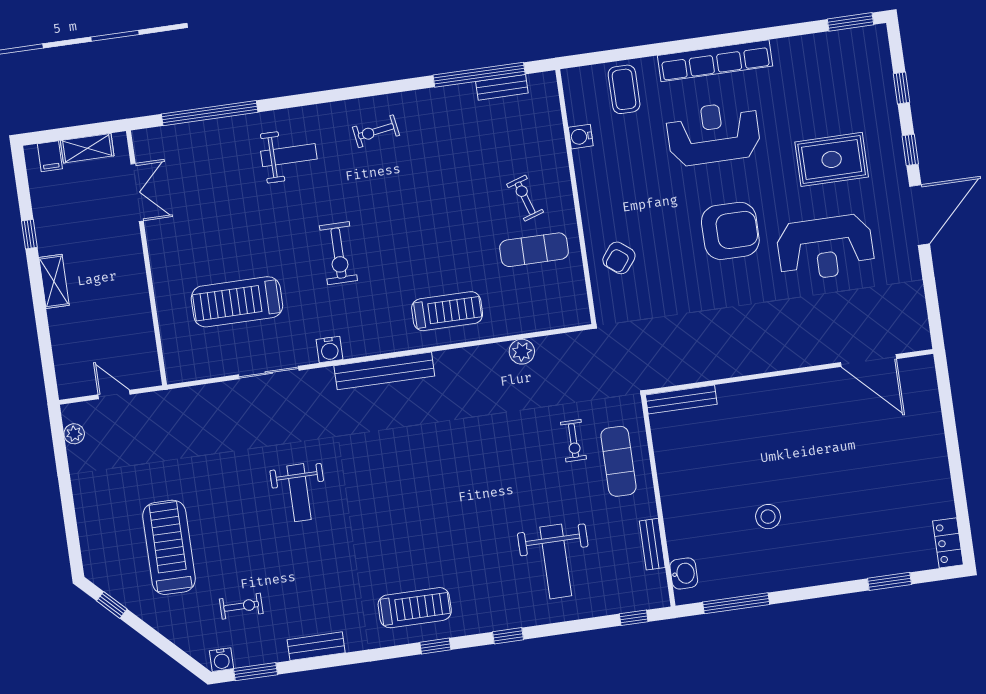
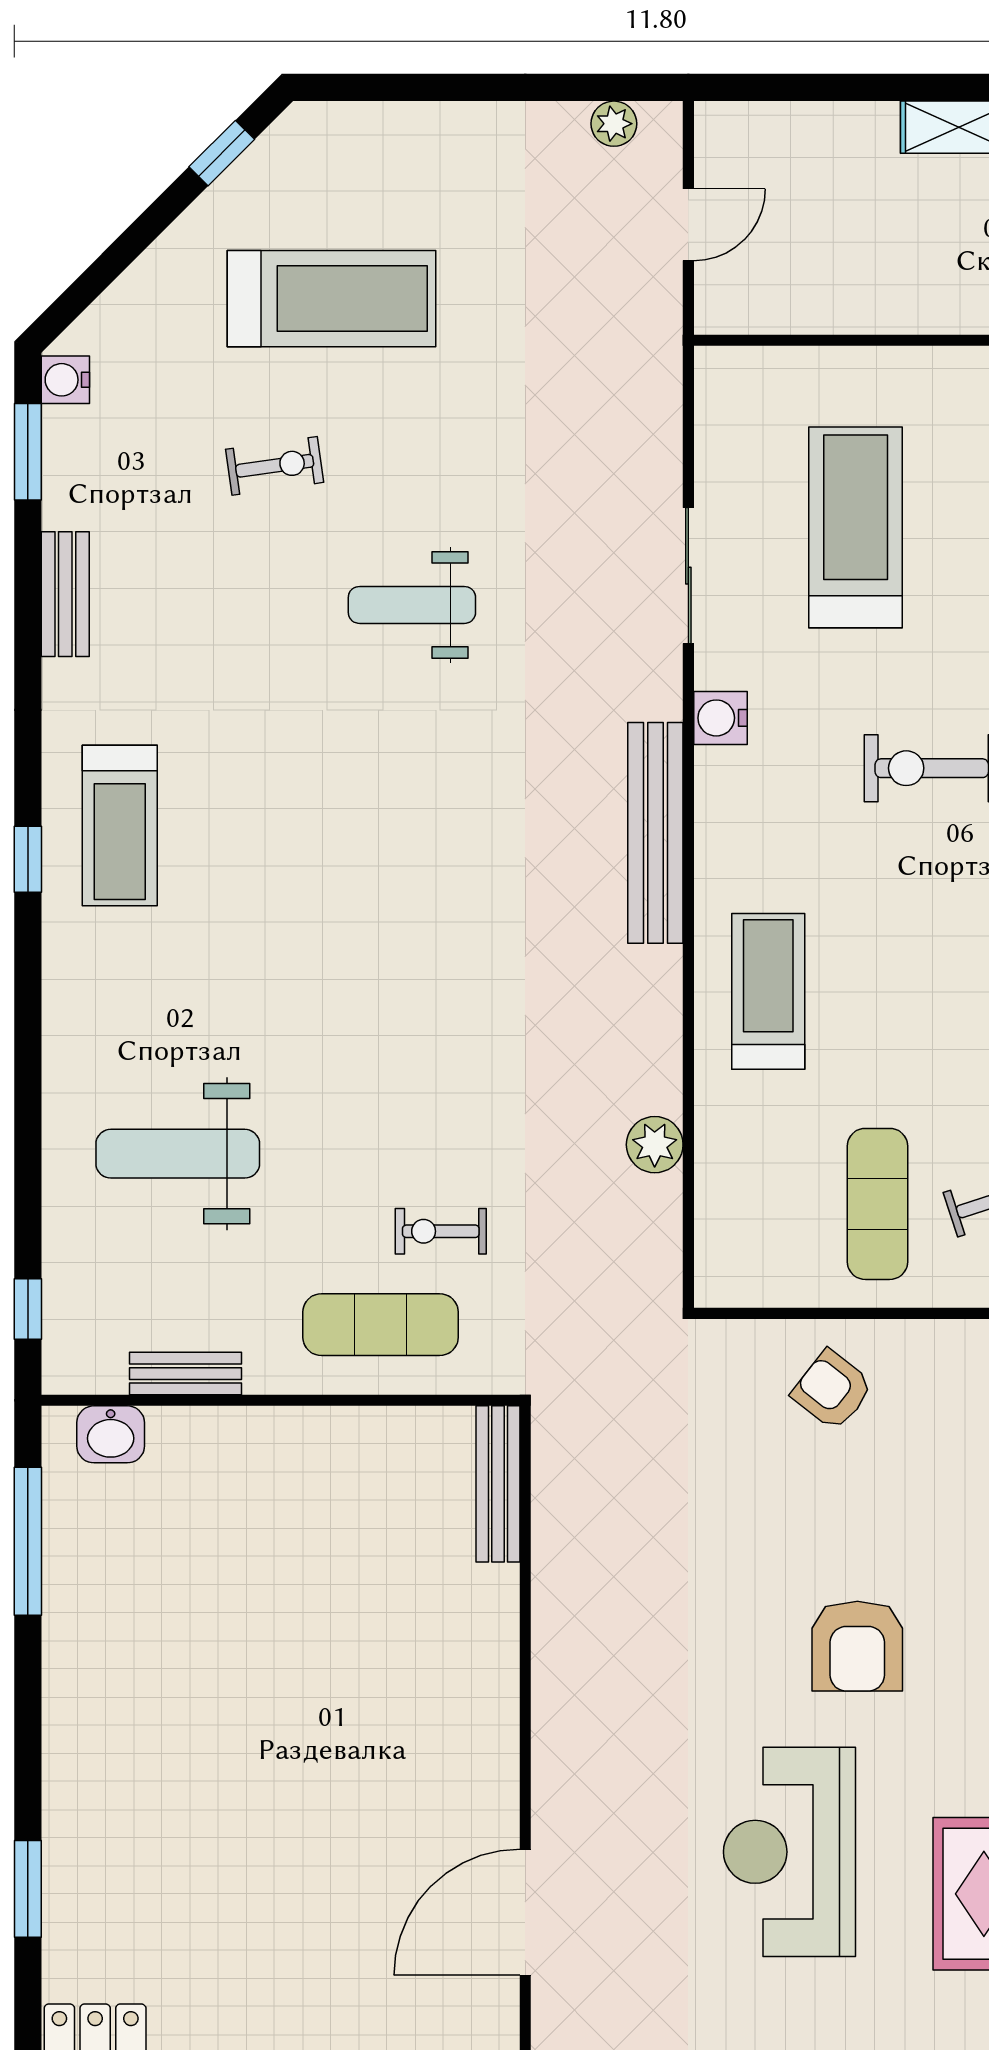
armchair: (730, 231) -> (857, 1646), width x0.73, depth x0.73
treadmill: (447, 311) -> (768, 991), turned 180
stool: (768, 517) -> (210, 1639), removed
exercise bike: (241, 606) -> (275, 466), moved, turned -98
window: (508, 636) -> (28, 1024), removed

